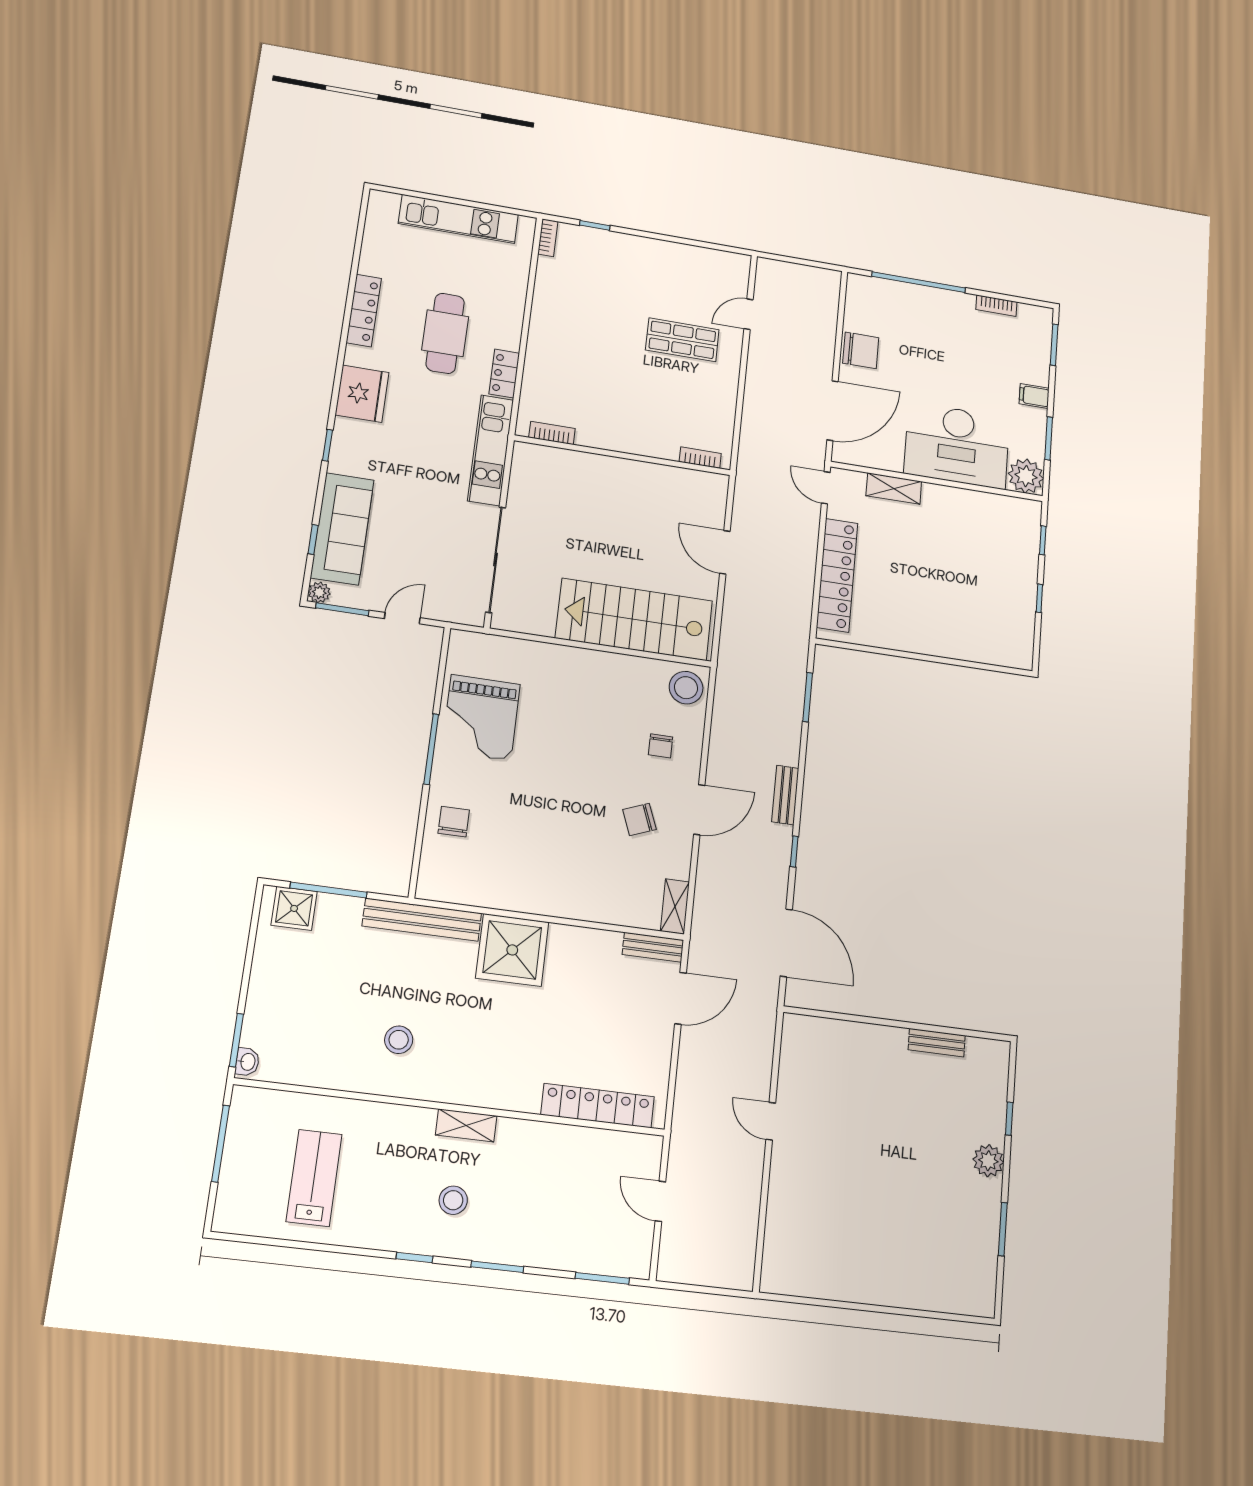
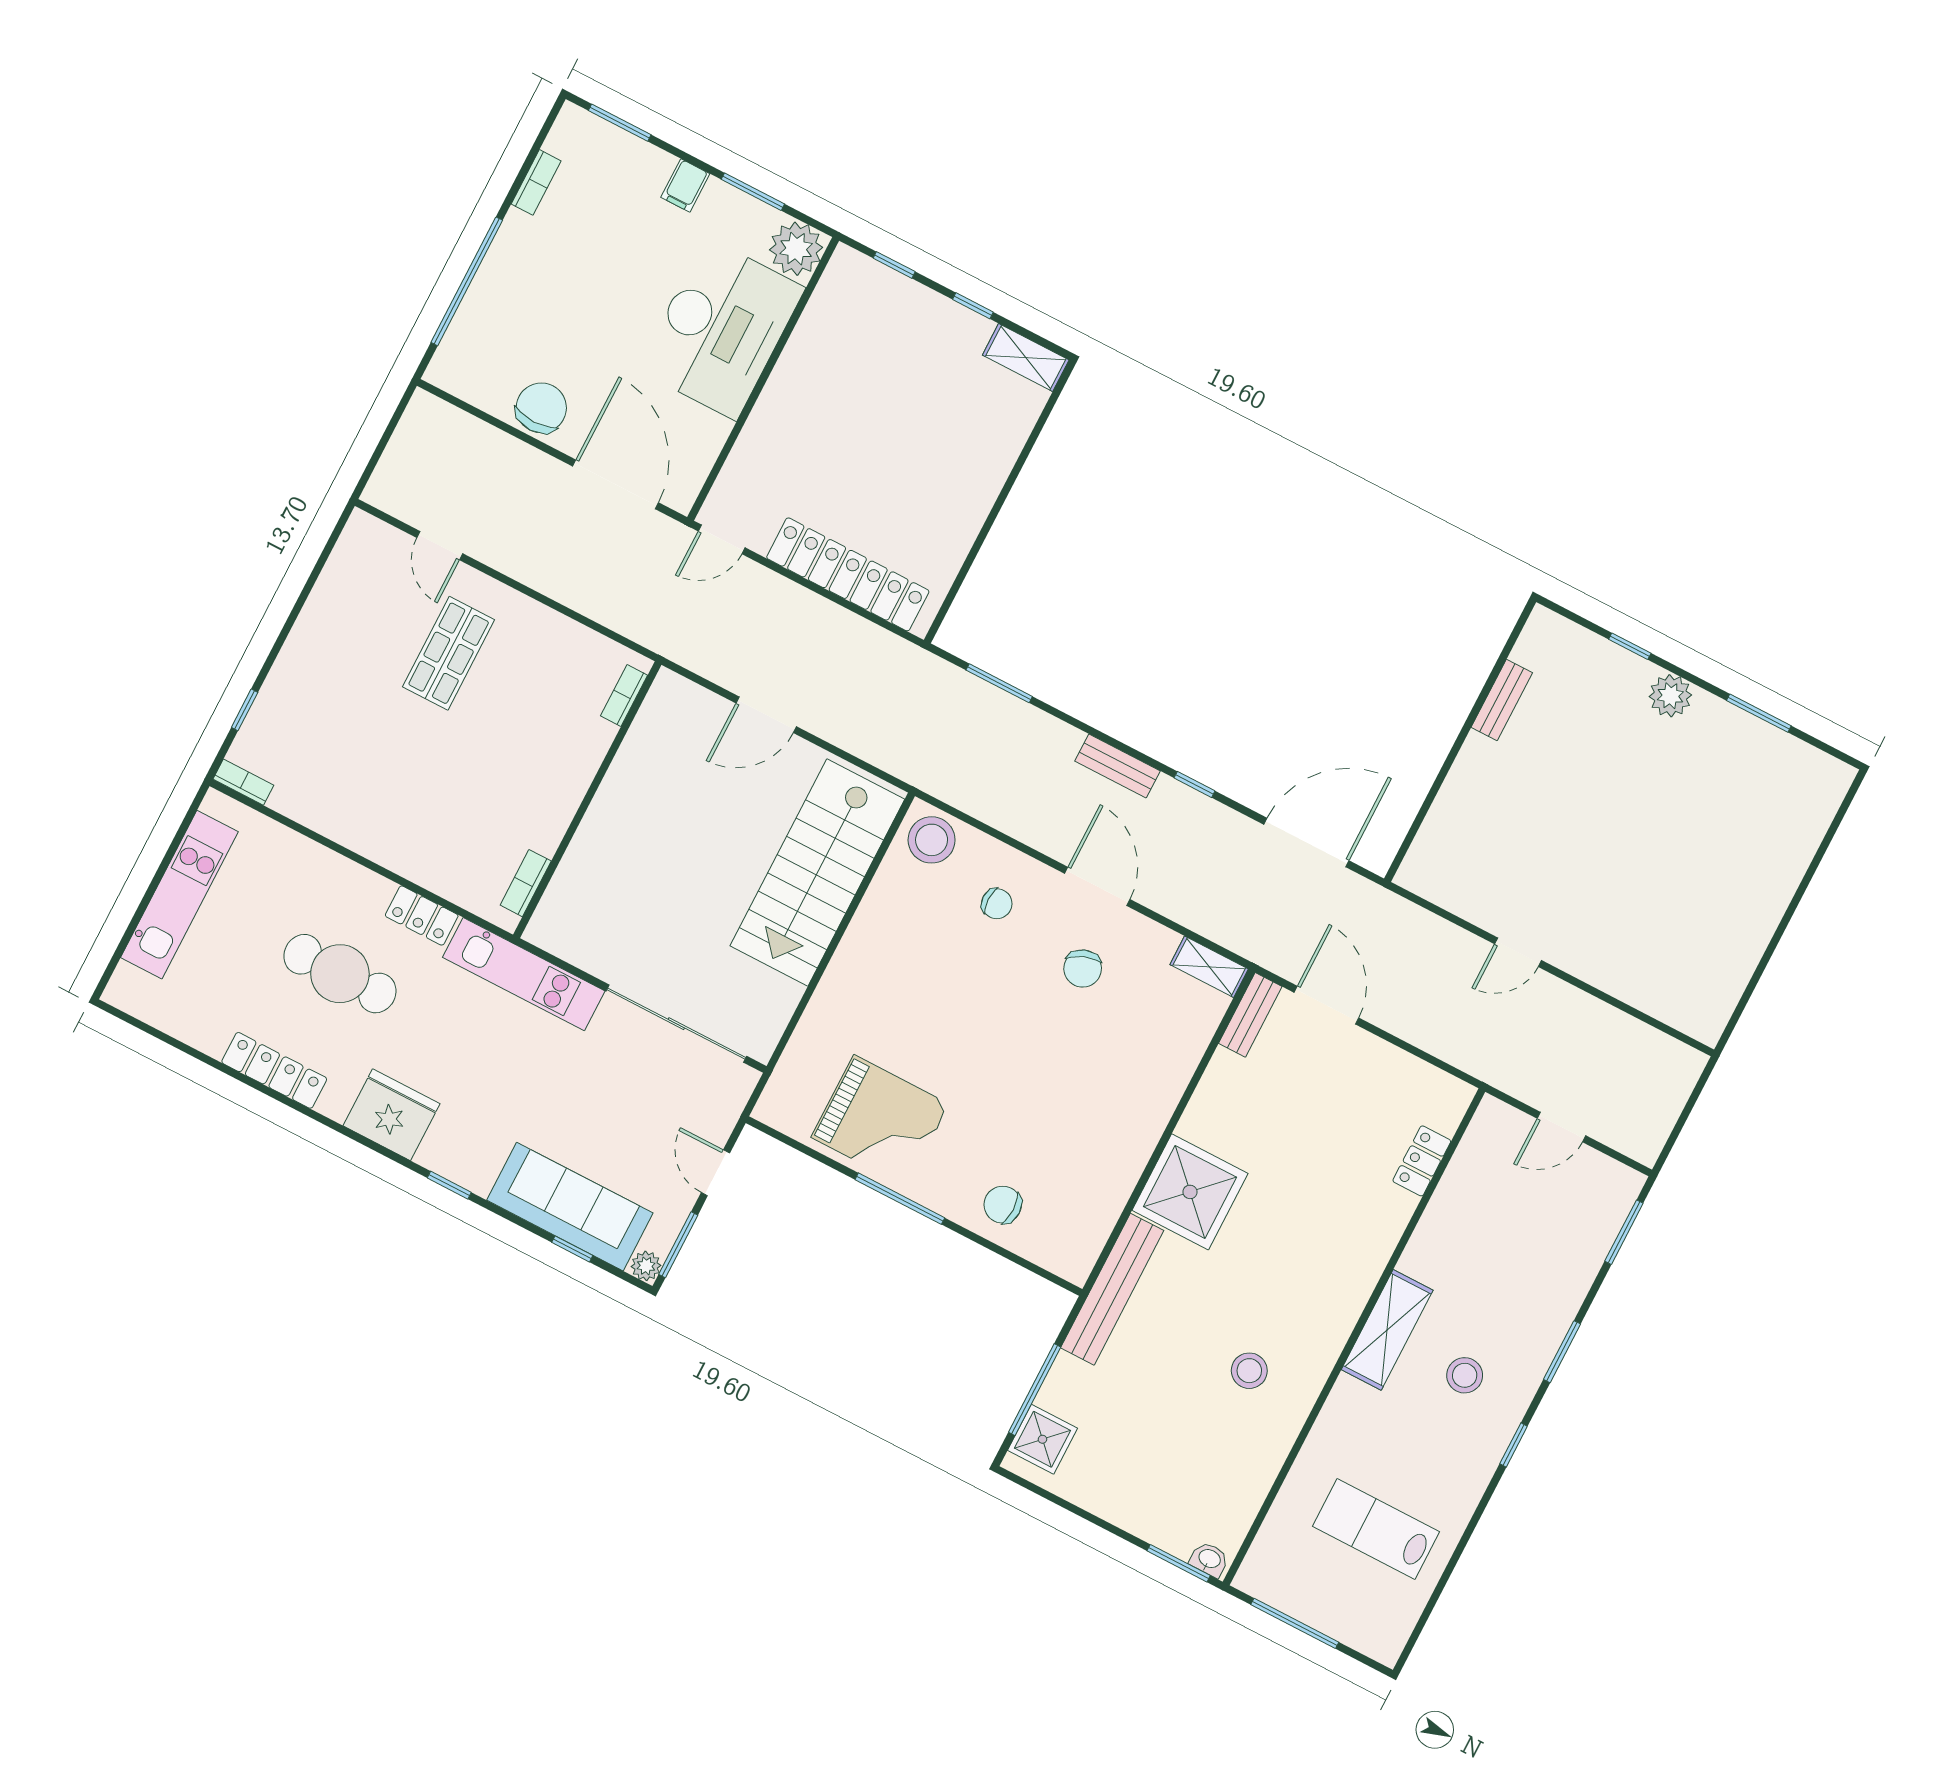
shelving: (894, 489) -> (1026, 357), moved, turned 90
locker: (598, 1106) -> (1422, 1161), width x0.46, depth x0.83
shelving: (466, 1125) -> (1387, 1330), width x1.50, depth x1.33

